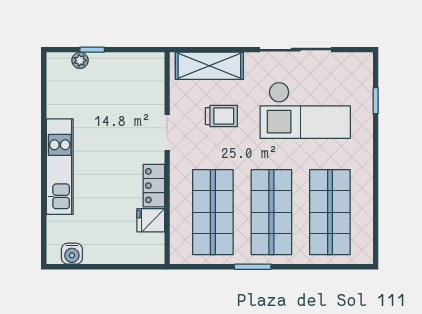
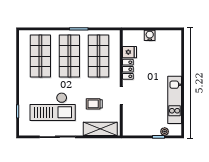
checkout: (305, 110) -> (53, 107), turned 180
kitchen unit: (60, 167) -> (175, 100), moved
water cooler: (72, 254) -> (150, 35), moved

